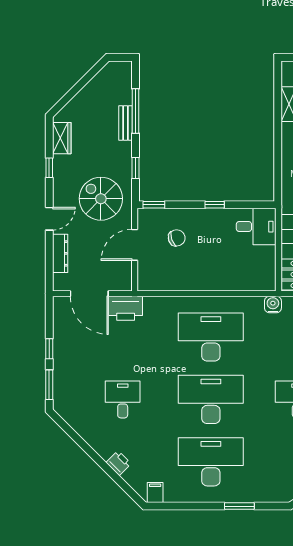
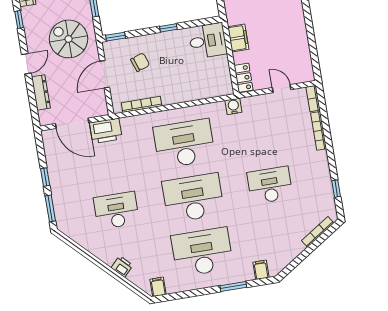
bookcase: (170, 285) -> (142, 104), added
desk: (123, 399) -> (116, 211), width x1.37
filing cabinet: (273, 493) -> (261, 270), added

